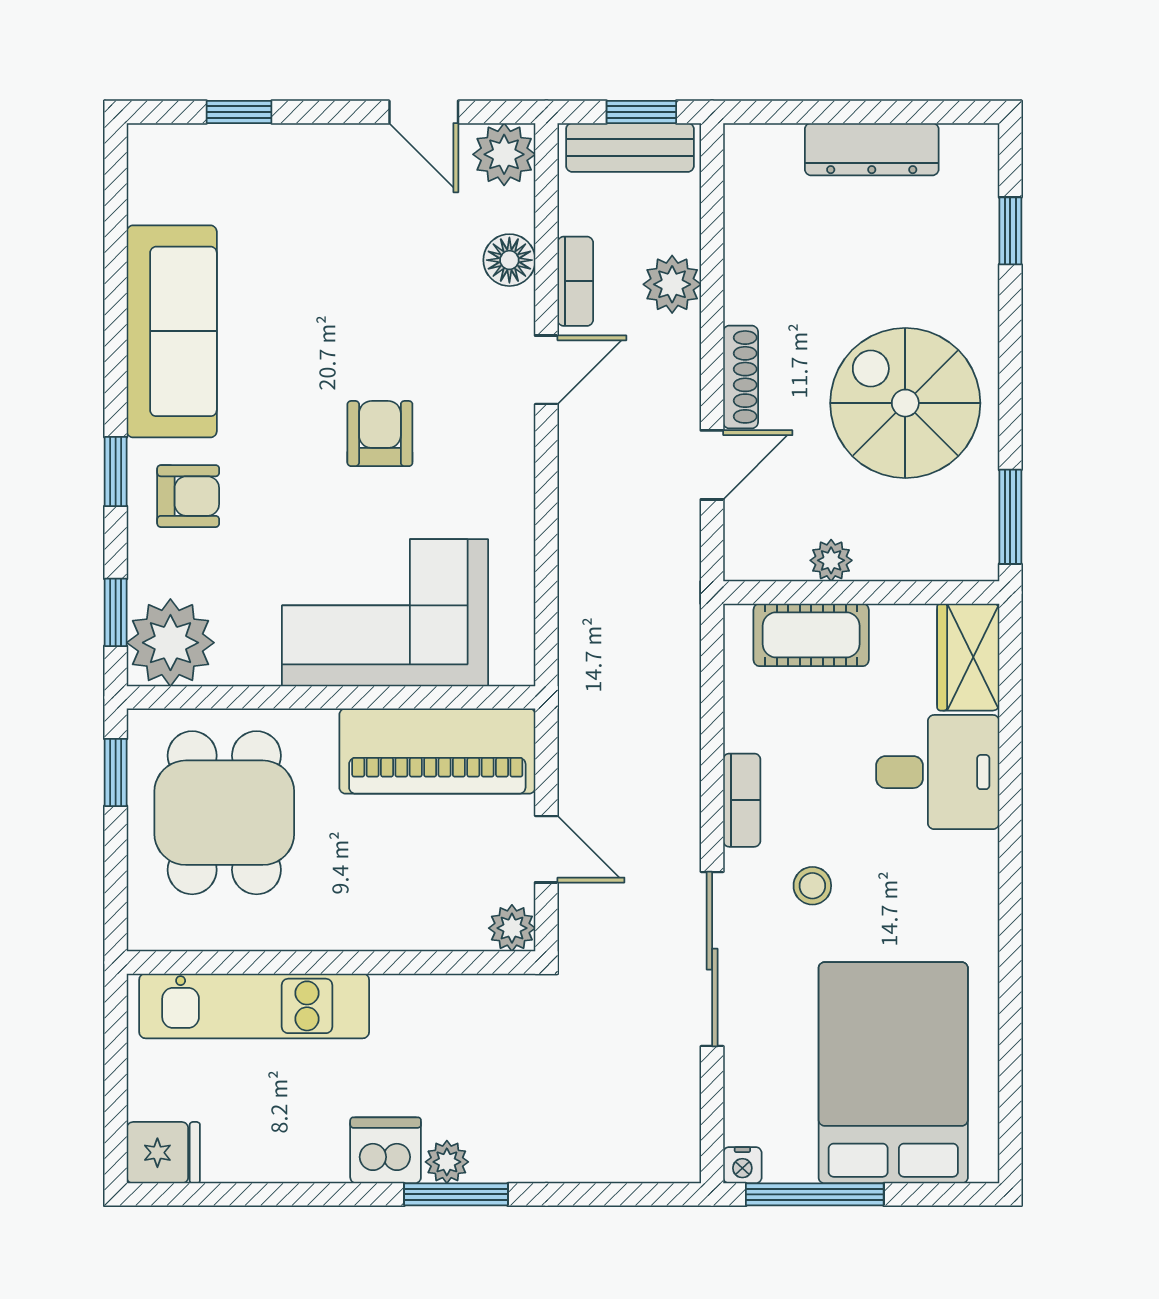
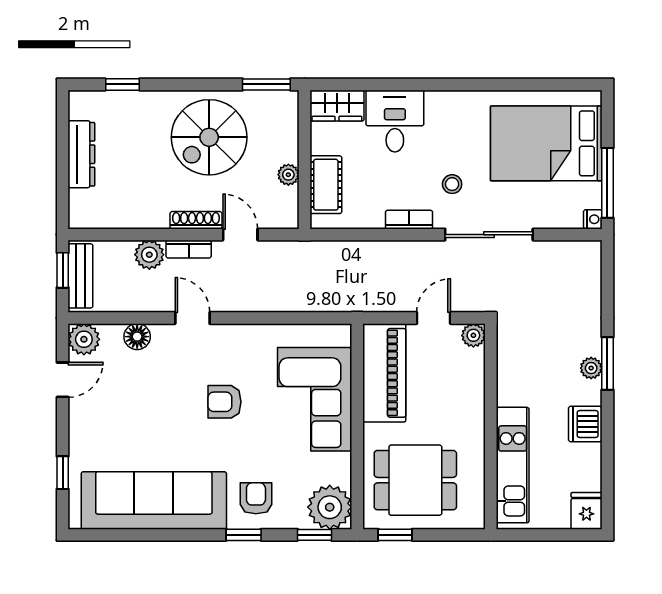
bookcase: (575, 281) -> (189, 249), moved, turned 180
sofa: (172, 331) -> (154, 500), width x1.36, depth x1.27
dishwasher: (386, 1150) -> (585, 424), moved

